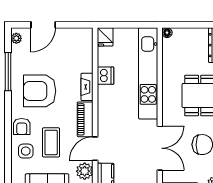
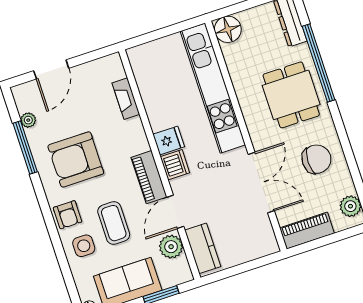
floor lamp: (167, 33) -> (228, 29), width x1.89, depth x1.89
fridge: (105, 37) -> (169, 141), moved, turned -90
plant: (16, 38) -> (28, 120), moved
dishwasher: (105, 76) -> (175, 165), moved
fireplace: (87, 87) -> (126, 99), moved

